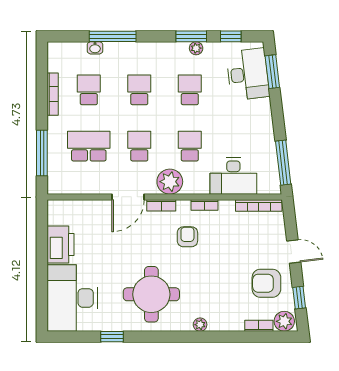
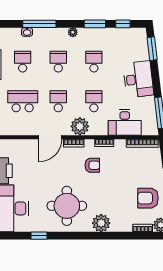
plant: (196, 48) -> (73, 32), moved
desk: (248, 74) -> (138, 79), moved
armchair: (187, 237) -> (92, 165), turned 90
plant: (200, 325) -> (101, 223), width x1.87, depth x1.87

